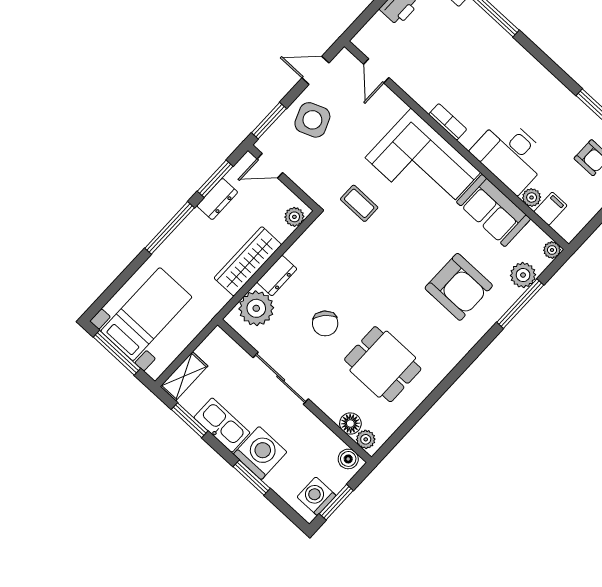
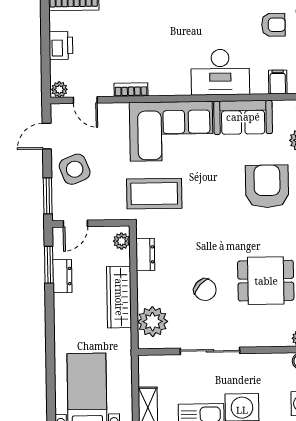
bookcase: (448, 122) -> (131, 90), moved
plant: (532, 197) -> (59, 89), moved
coffee table: (359, 203) -> (154, 194), width x1.86, depth x1.72
window: (170, 228) -> (50, 323), removed
dresser: (277, 276) -> (145, 254), moved
armchair: (459, 287) -> (267, 186), turned -90
floor lamp: (350, 424) -> (281, 337), removed

